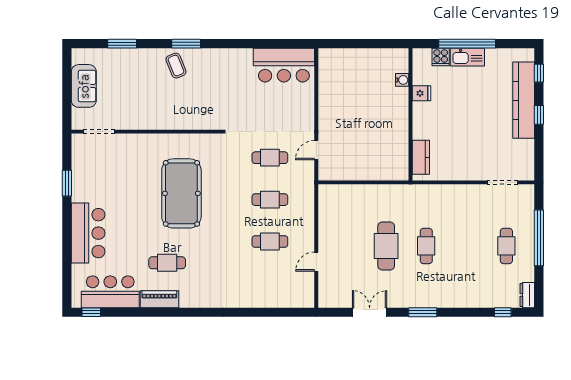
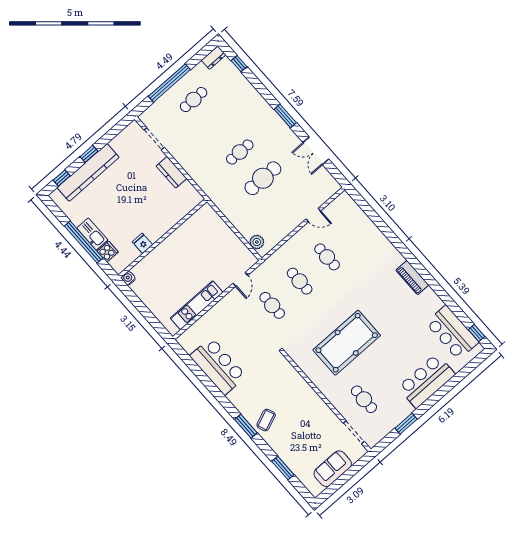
bar counter: (284, 65) -> (218, 366), moved
water cooler: (402, 80) -> (128, 278), moved
kitchen unit: (327, 93) -> (197, 305), added
door: (316, 150) -> (240, 279), hinge flipped
kitchen counter: (421, 157) -> (171, 172), moved, turned -90
plant: (336, 192) -> (257, 242), added
cafe table: (167, 263) -> (364, 399), moved
piano: (159, 299) -> (412, 278), moved

